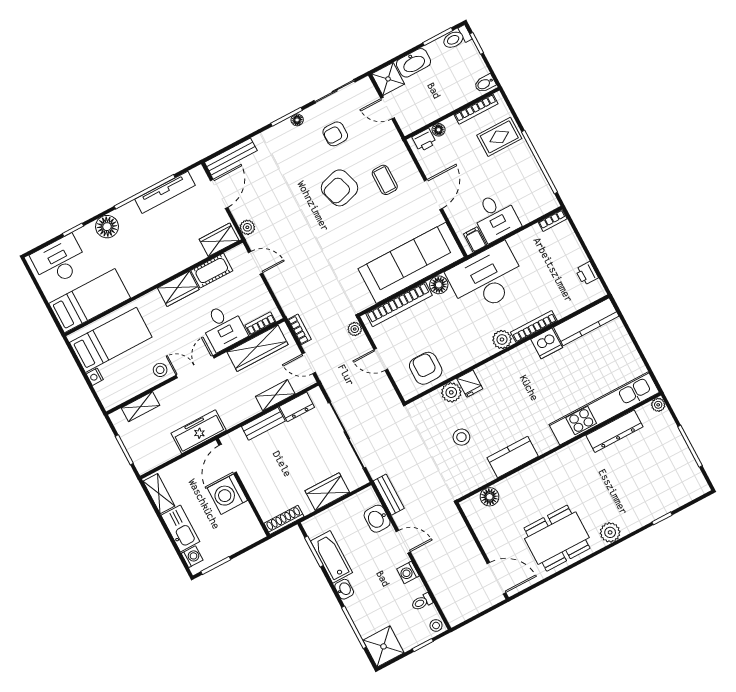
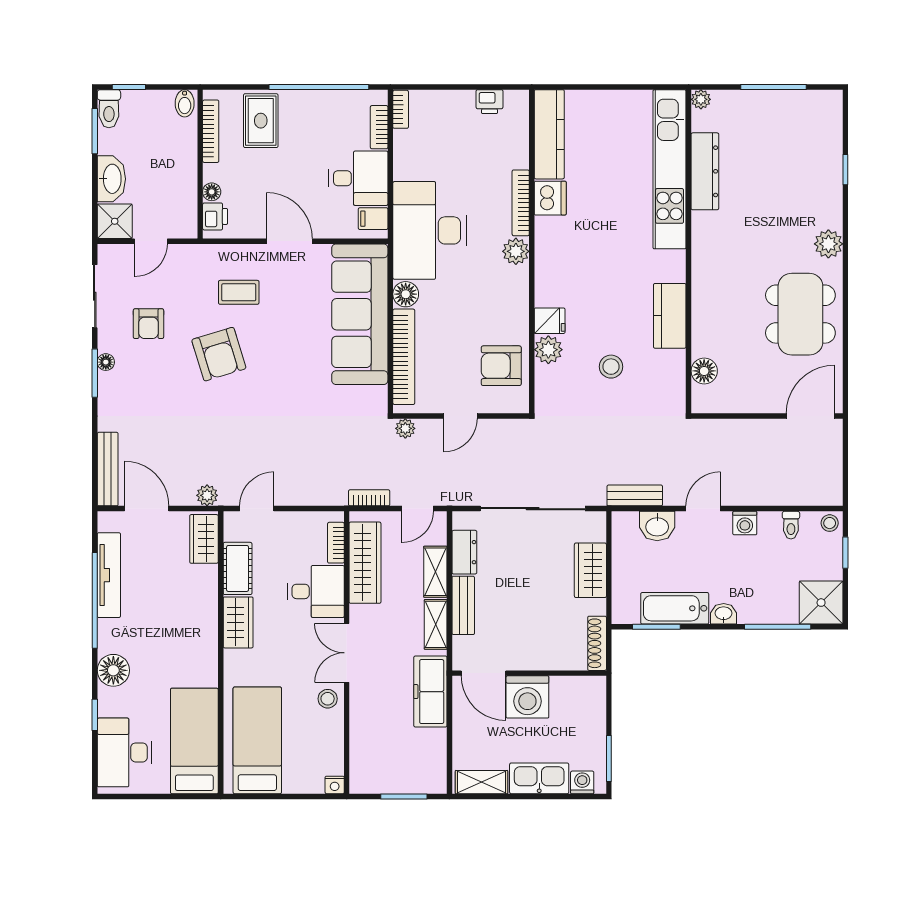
bookcase: (534, 213) -> (379, 127), added
nightstand: (95, 377) -> (335, 785), moved
shelving: (140, 407) -> (436, 624), moved

